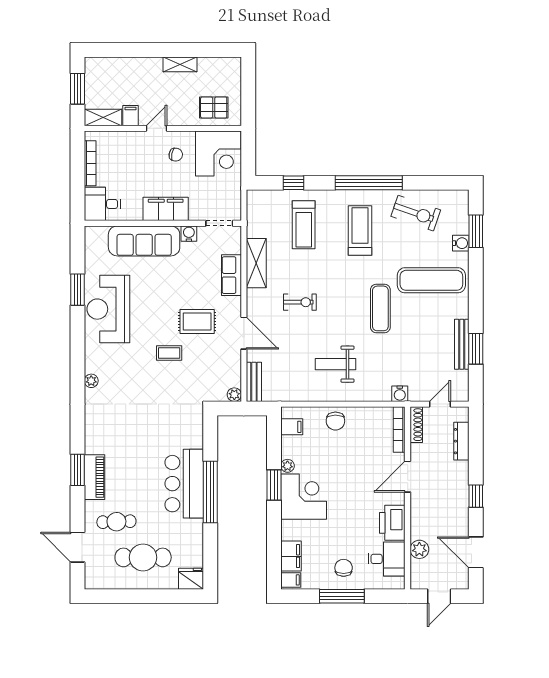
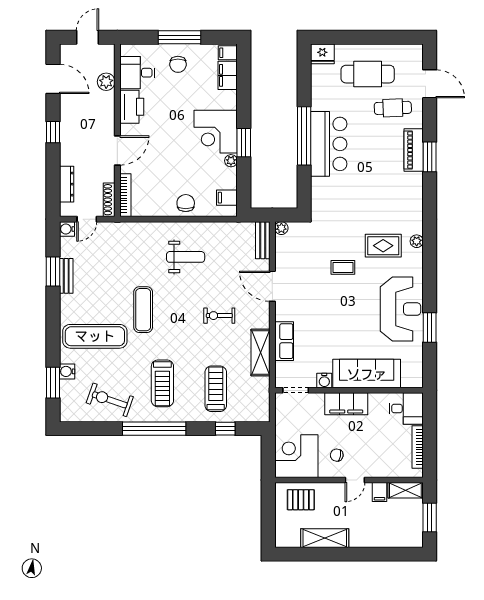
shelving: (180, 64) -> (325, 538), width x1.50, depth x1.33
rug: (197, 321) -> (383, 246), moved
bench: (462, 344) -> (66, 276), width x0.73
water cooler: (400, 394) -> (67, 229), moved, turned -90

